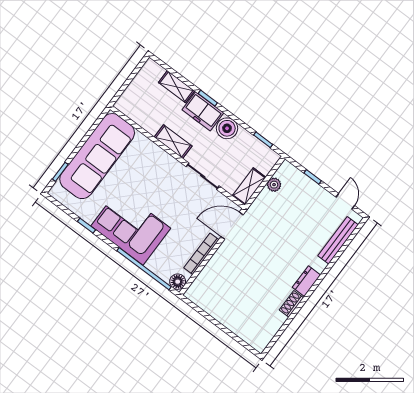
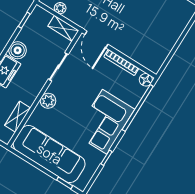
shelving: (173, 142) -> (17, 117), moved
plant: (162, 160) -> (48, 101), added

